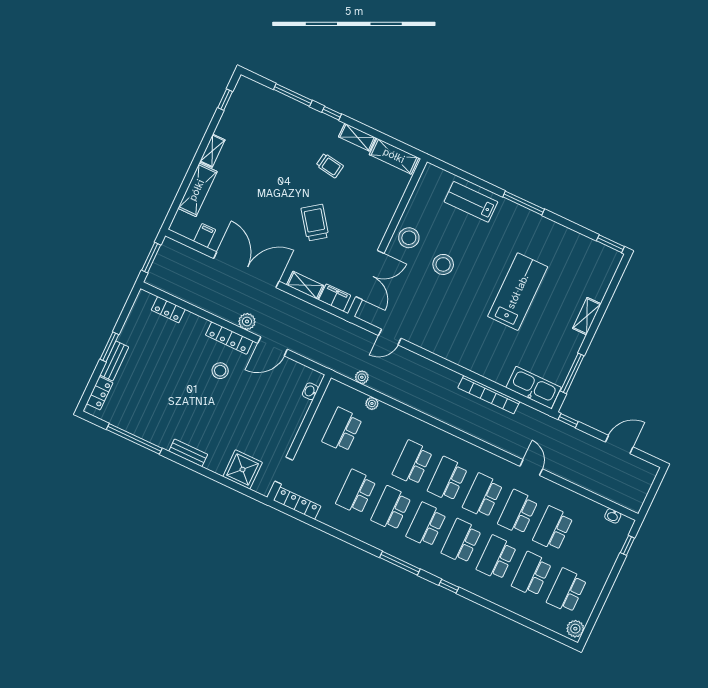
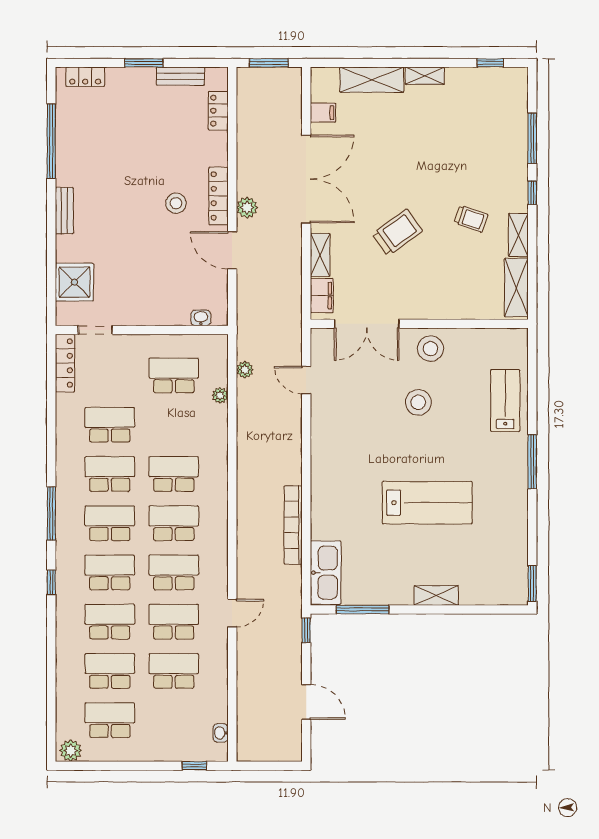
trolley: (330, 166) -> (471, 219), turned -80
bench: (114, 361) -> (180, 76), moved

